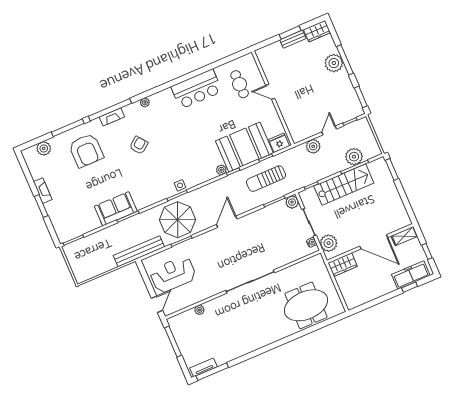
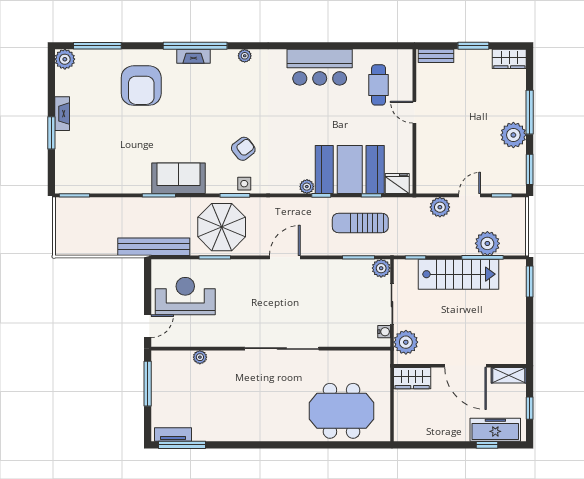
bench: (293, 39) -> (436, 56), moved
plant: (334, 63) -> (513, 135), moved
window: (68, 128) -> (97, 46), moved
armchair: (139, 145) -> (243, 149), moved
plant: (44, 148) -> (65, 59), moved
sofa: (116, 209) -> (179, 178), moved

